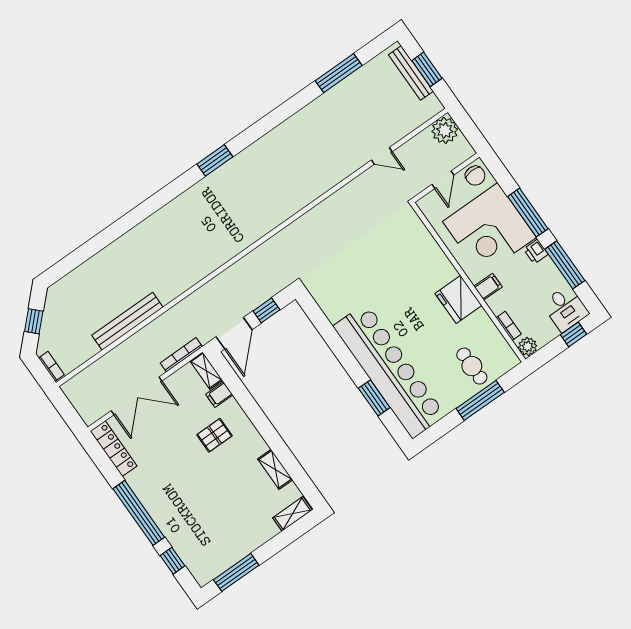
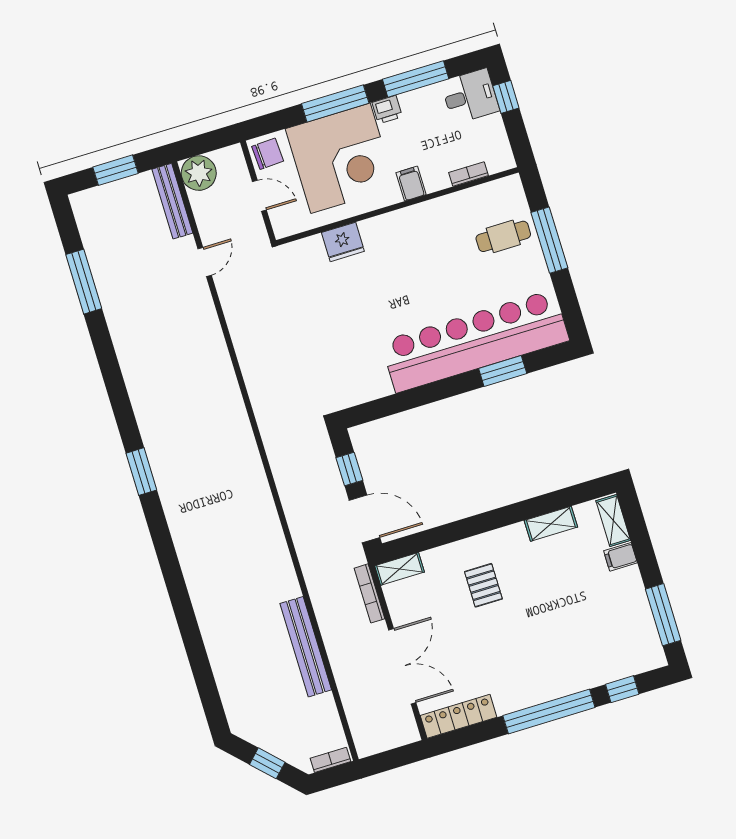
bench: (411, 73) -> (172, 201), moved, turned 90
fridge: (458, 299) -> (343, 242), moved, width x0.73, depth x0.75
plant: (528, 346) -> (502, 159), removed
filing cabinet: (219, 395) -> (621, 557), moved, turned 90

